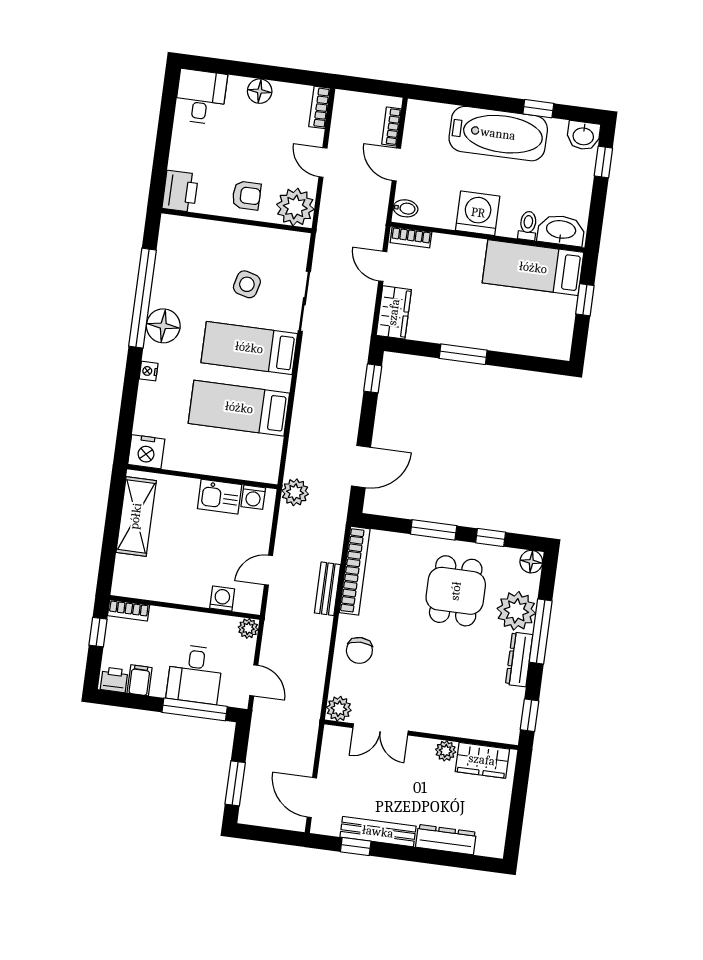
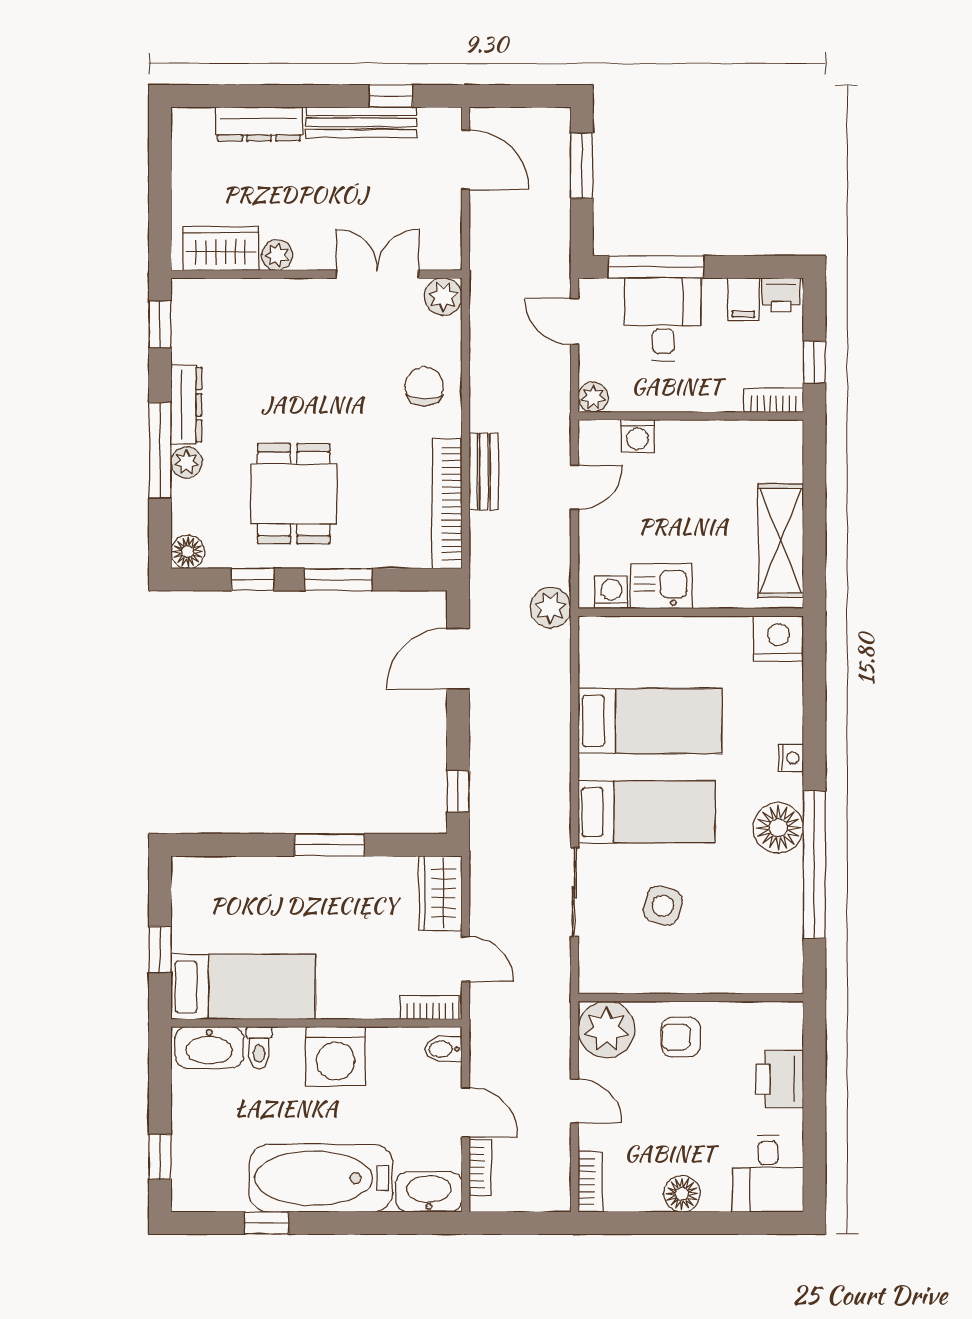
washbasin: (583, 136) -> (429, 1192), moved, width x1.38
printer: (180, 191) -> (780, 1079), moved
plant: (516, 611) -> (186, 462), width x0.53, depth x0.53

